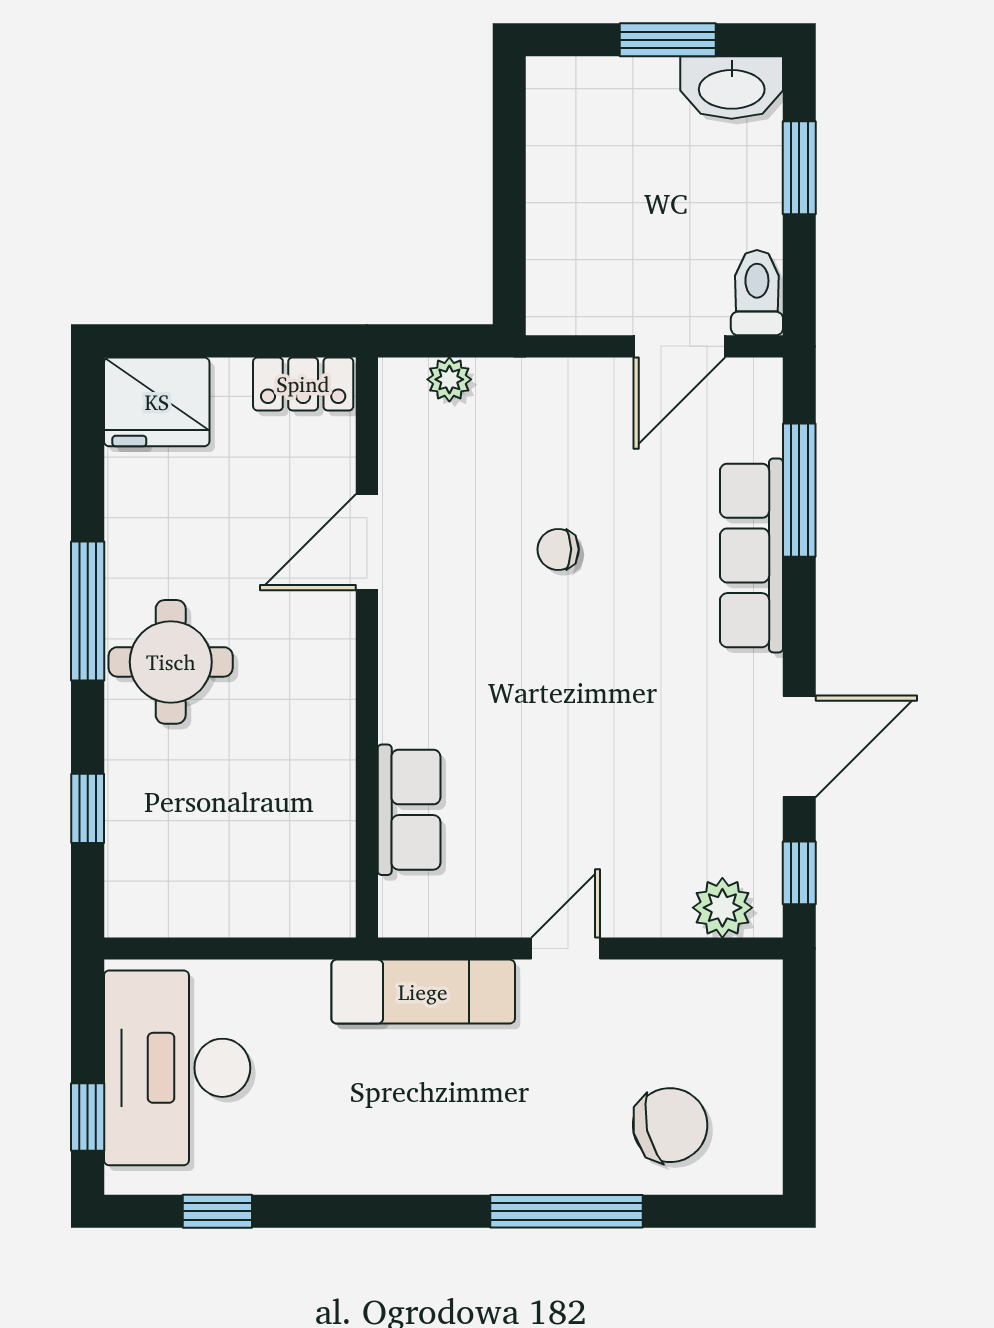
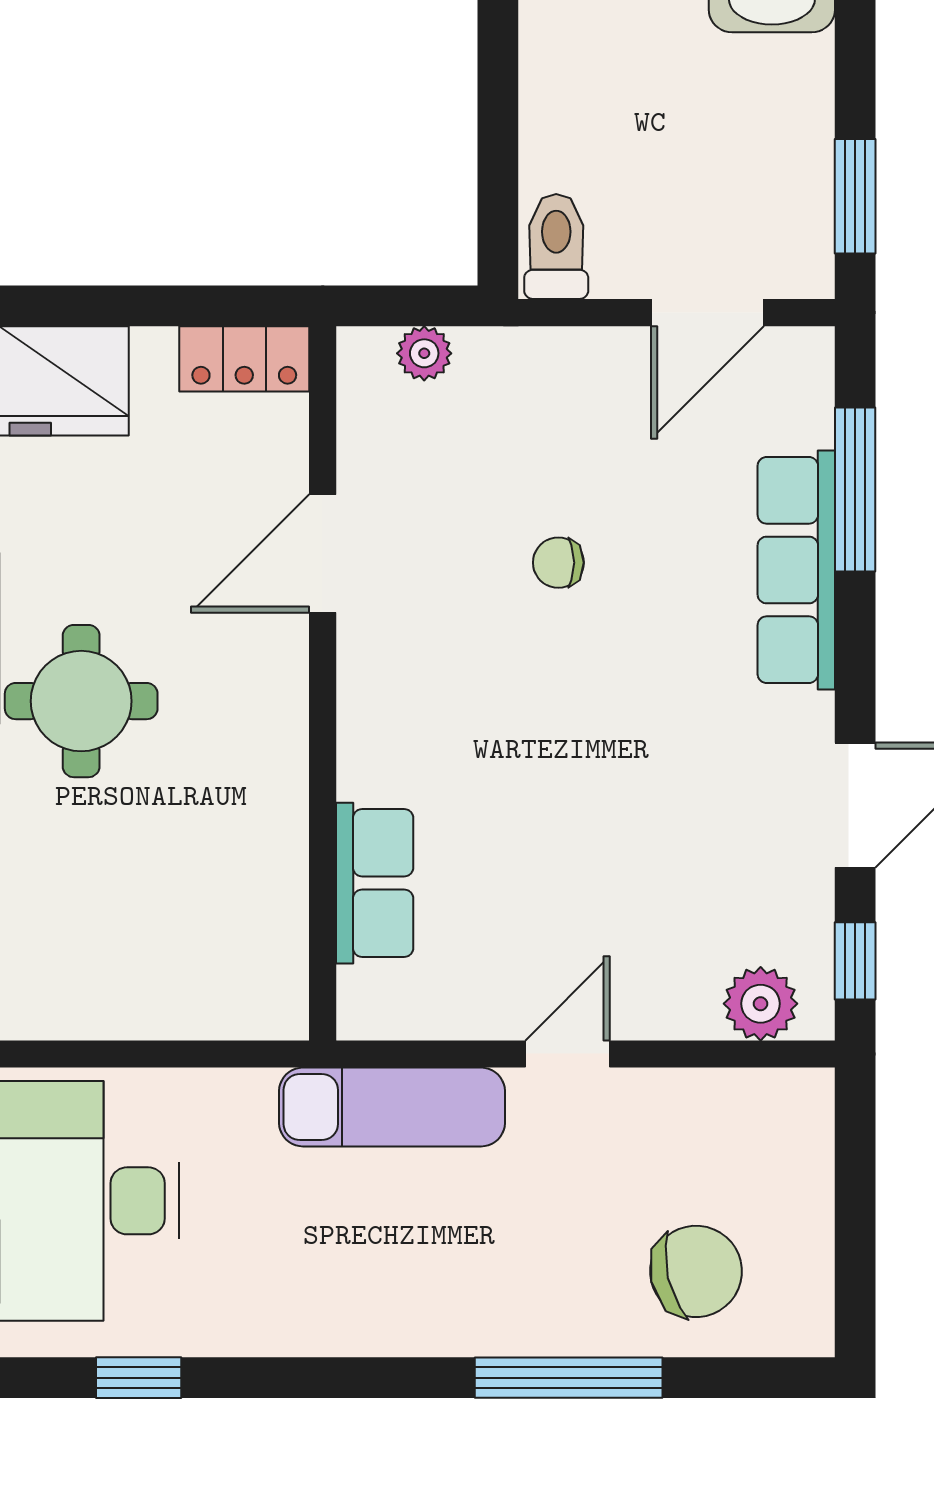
window: (799, 168) -> (855, 196), moved
toilet: (757, 293) -> (556, 246), moved

